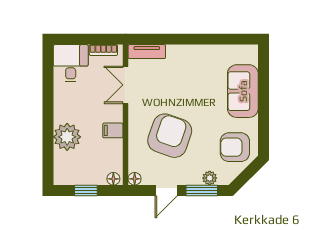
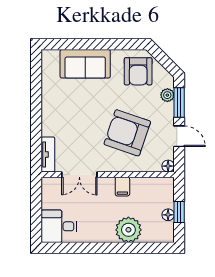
bookcase: (103, 50) -> (47, 195), removed
floor lamp: (113, 179) -> (168, 215), moved

